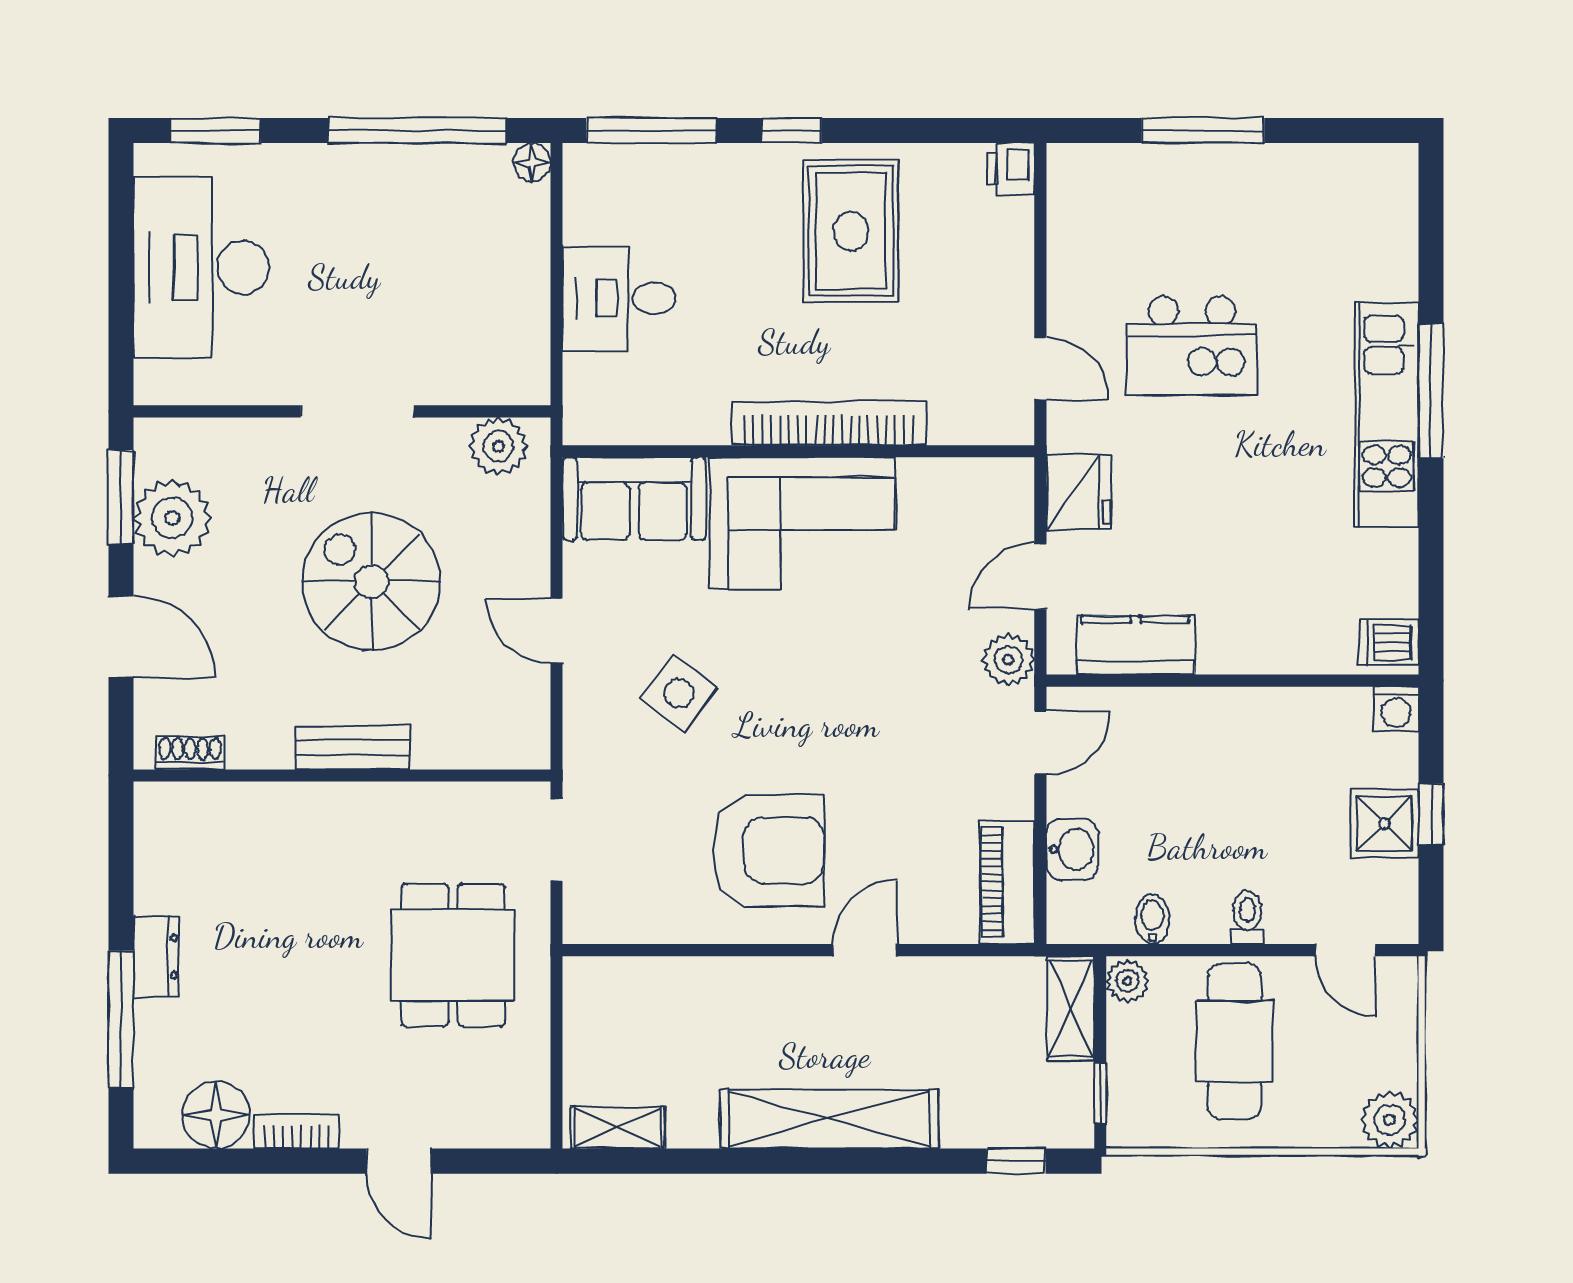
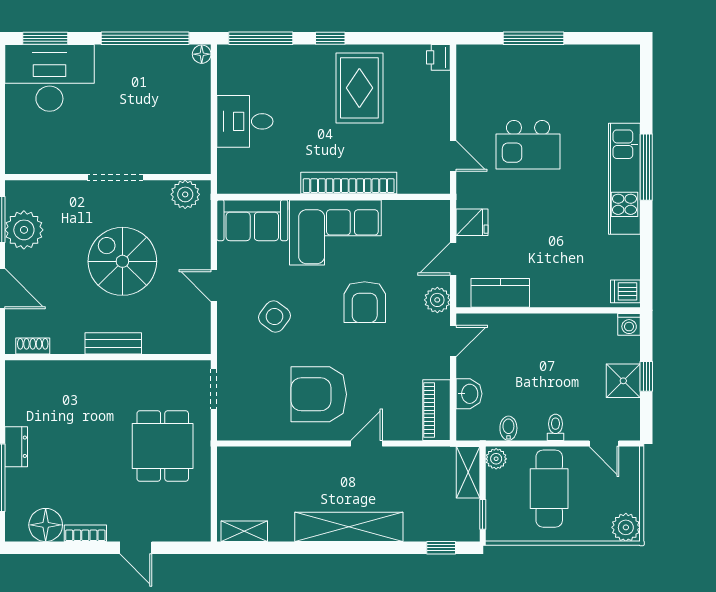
desk: (201, 268) -> (49, 78), moved, turned 90
fridge: (1079, 492) -> (472, 222), width x0.72
armchair: (861, 664) -> (365, 302), added
armchair: (768, 850) -> (319, 394), turned 180

